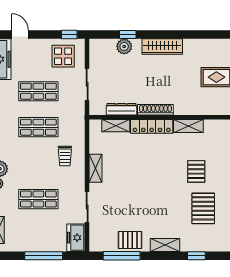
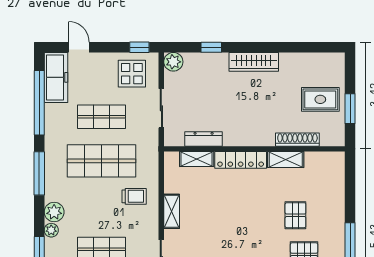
plant: (124, 46) -> (173, 62), moved
shoe rack: (155, 110) -> (297, 140), moved
shop shelf: (38, 127) -> (102, 161), width x1.43, depth x1.36
trolley: (65, 156) -> (134, 196), turned -90

